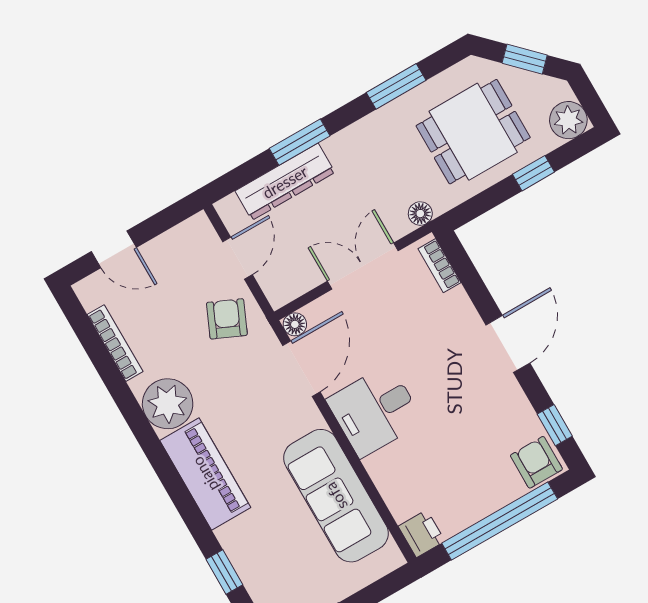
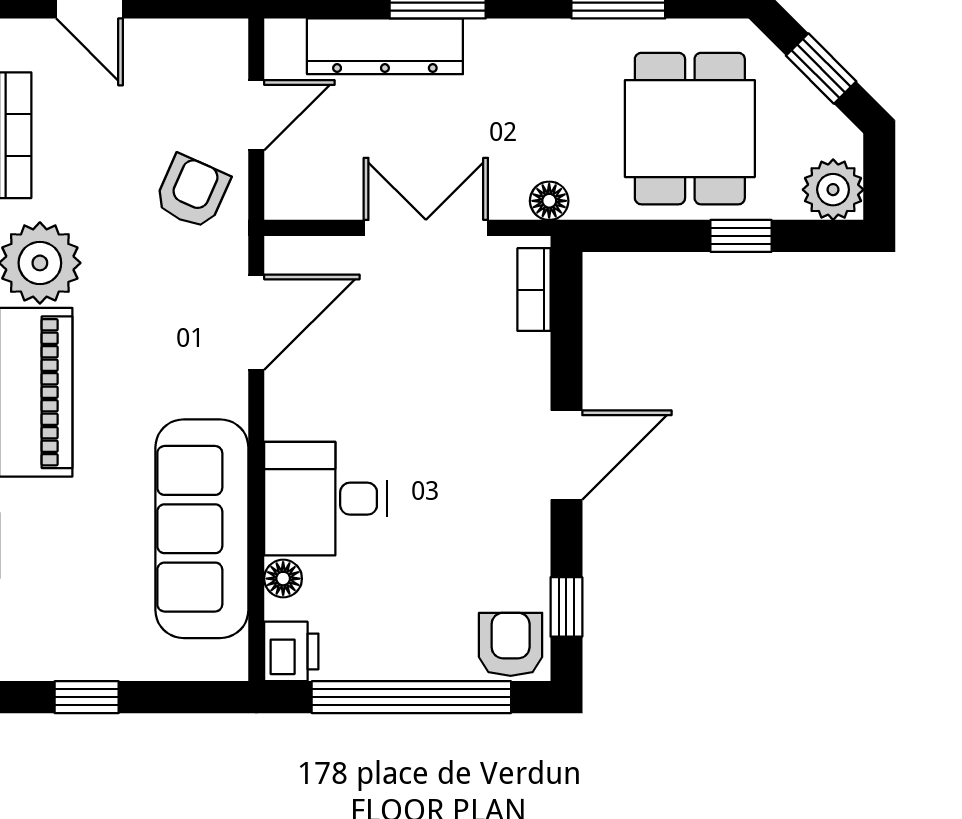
dining table: (473, 132) -> (690, 129), turned 90
floor lamp: (295, 324) -> (283, 579), moved
desk: (375, 411) -> (326, 499), moved

